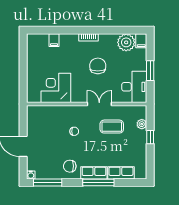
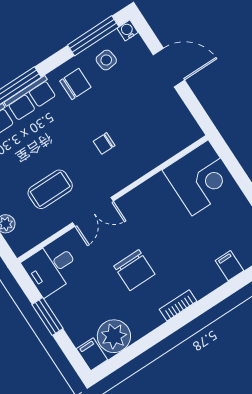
desk: (134, 87) -> (51, 268), width x0.73
corner desk: (56, 88) -> (200, 178), moved
side table: (49, 168) -> (106, 60), added

